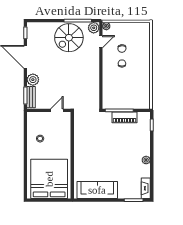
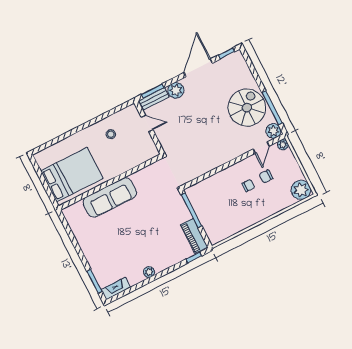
plant: (143, 30) -> (301, 190), added
spiral stairs: (69, 38) -> (247, 108), turned 90
door: (101, 42) -> (261, 148), hinge flipped
door: (57, 110) -> (147, 123), moved
piano: (125, 117) -> (194, 236), moved
bed: (49, 179) -> (72, 175), width x0.73
sofa: (97, 190) -> (110, 197), moved, turned 90

